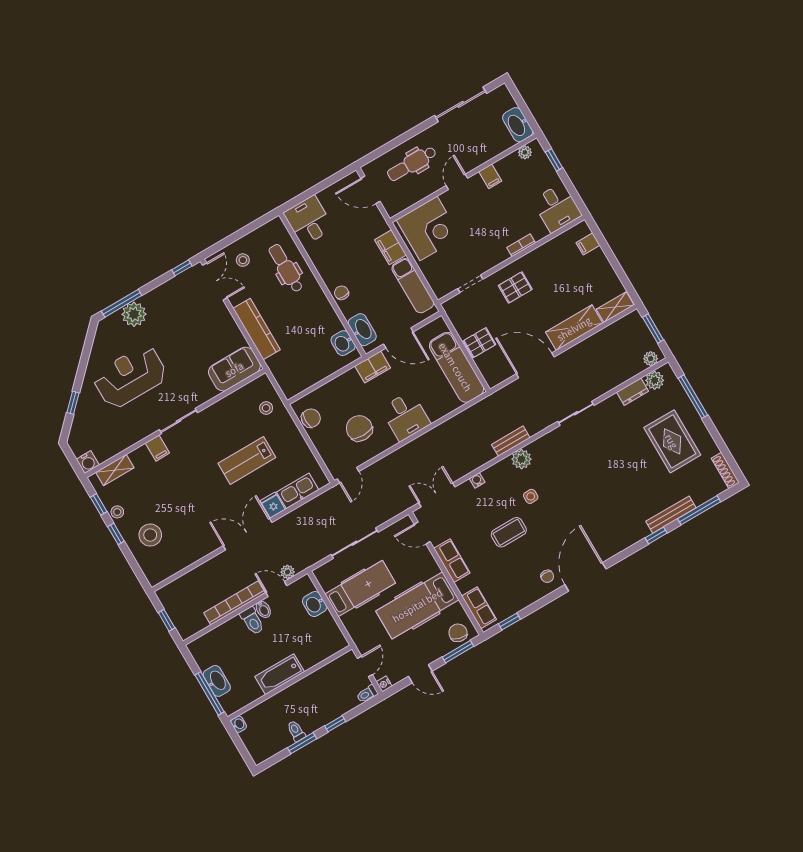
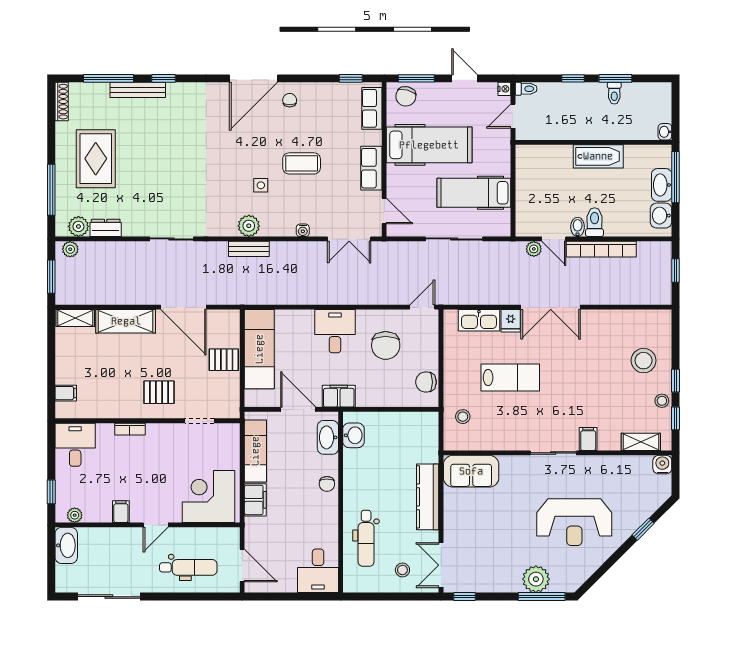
washbasin: (315, 604) -> (661, 216), moved, turned 180

